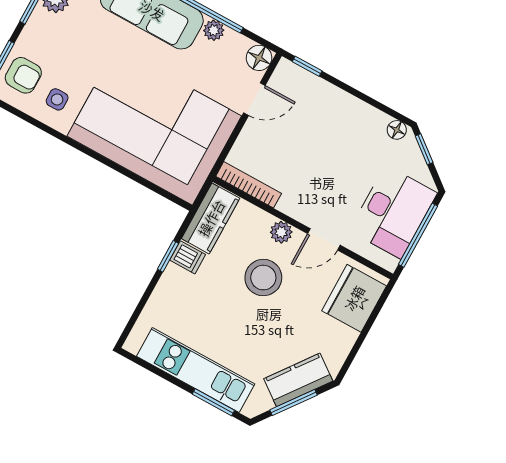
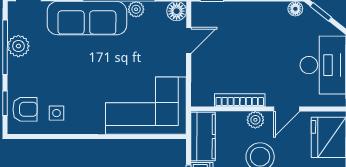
corner sofa: (154, 126) -> (146, 106), width x0.73, depth x0.74
bookcase: (249, 185) -> (240, 100), moved

